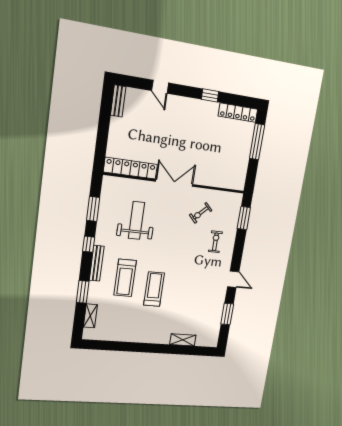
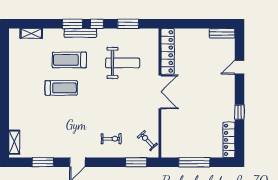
window: (257, 142) -> (194, 162), moved
exercise bike: (201, 213) -> (147, 141), moved
window: (83, 292) -> (72, 24), moved
shelving: (183, 340) -> (14, 142), moved

